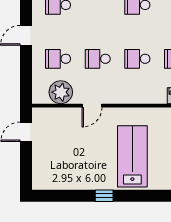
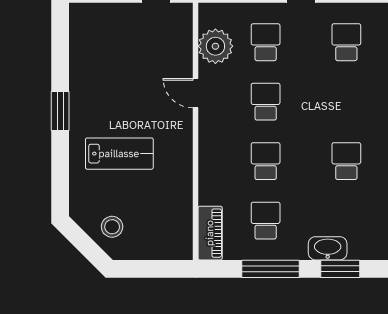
lab bench: (132, 156) -> (119, 154), width x0.73, depth x0.72
window: (104, 196) -> (60, 111), width x1.50

